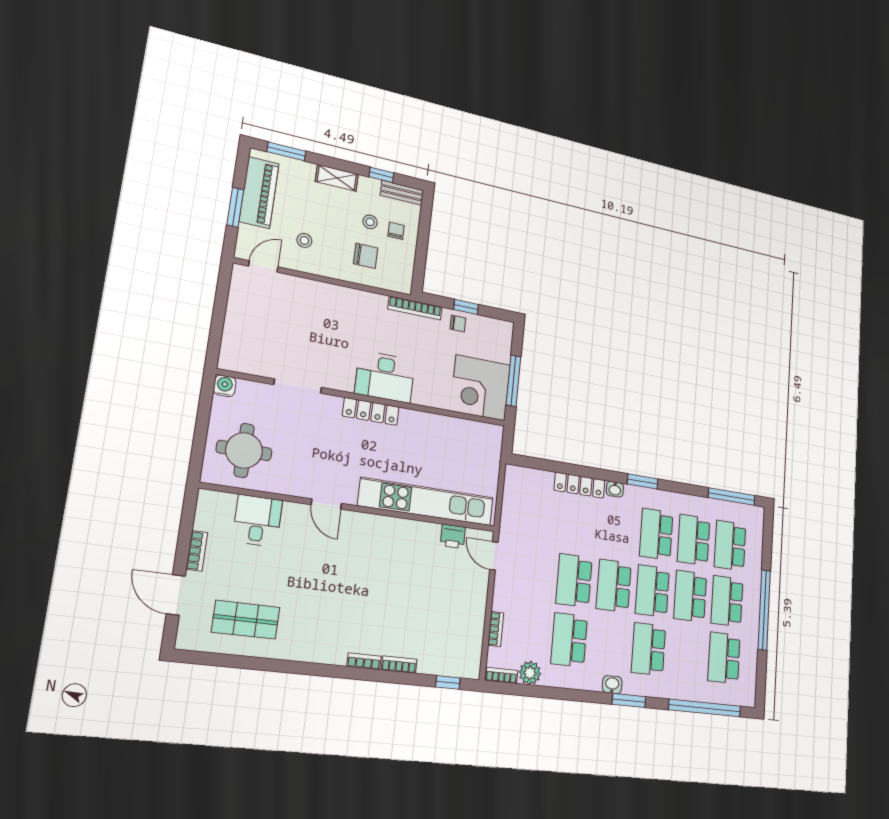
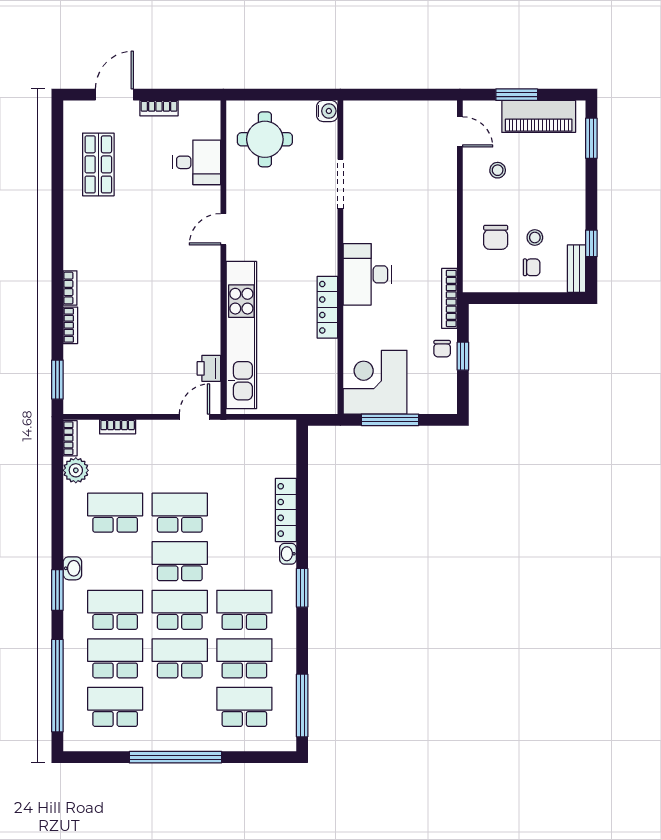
shelving: (337, 178) -> (576, 195), removed
locker: (371, 411) -> (327, 307), moved
school desk: (727, 601) -> (115, 658), moved
window: (448, 682) -> (57, 380), width x1.50

